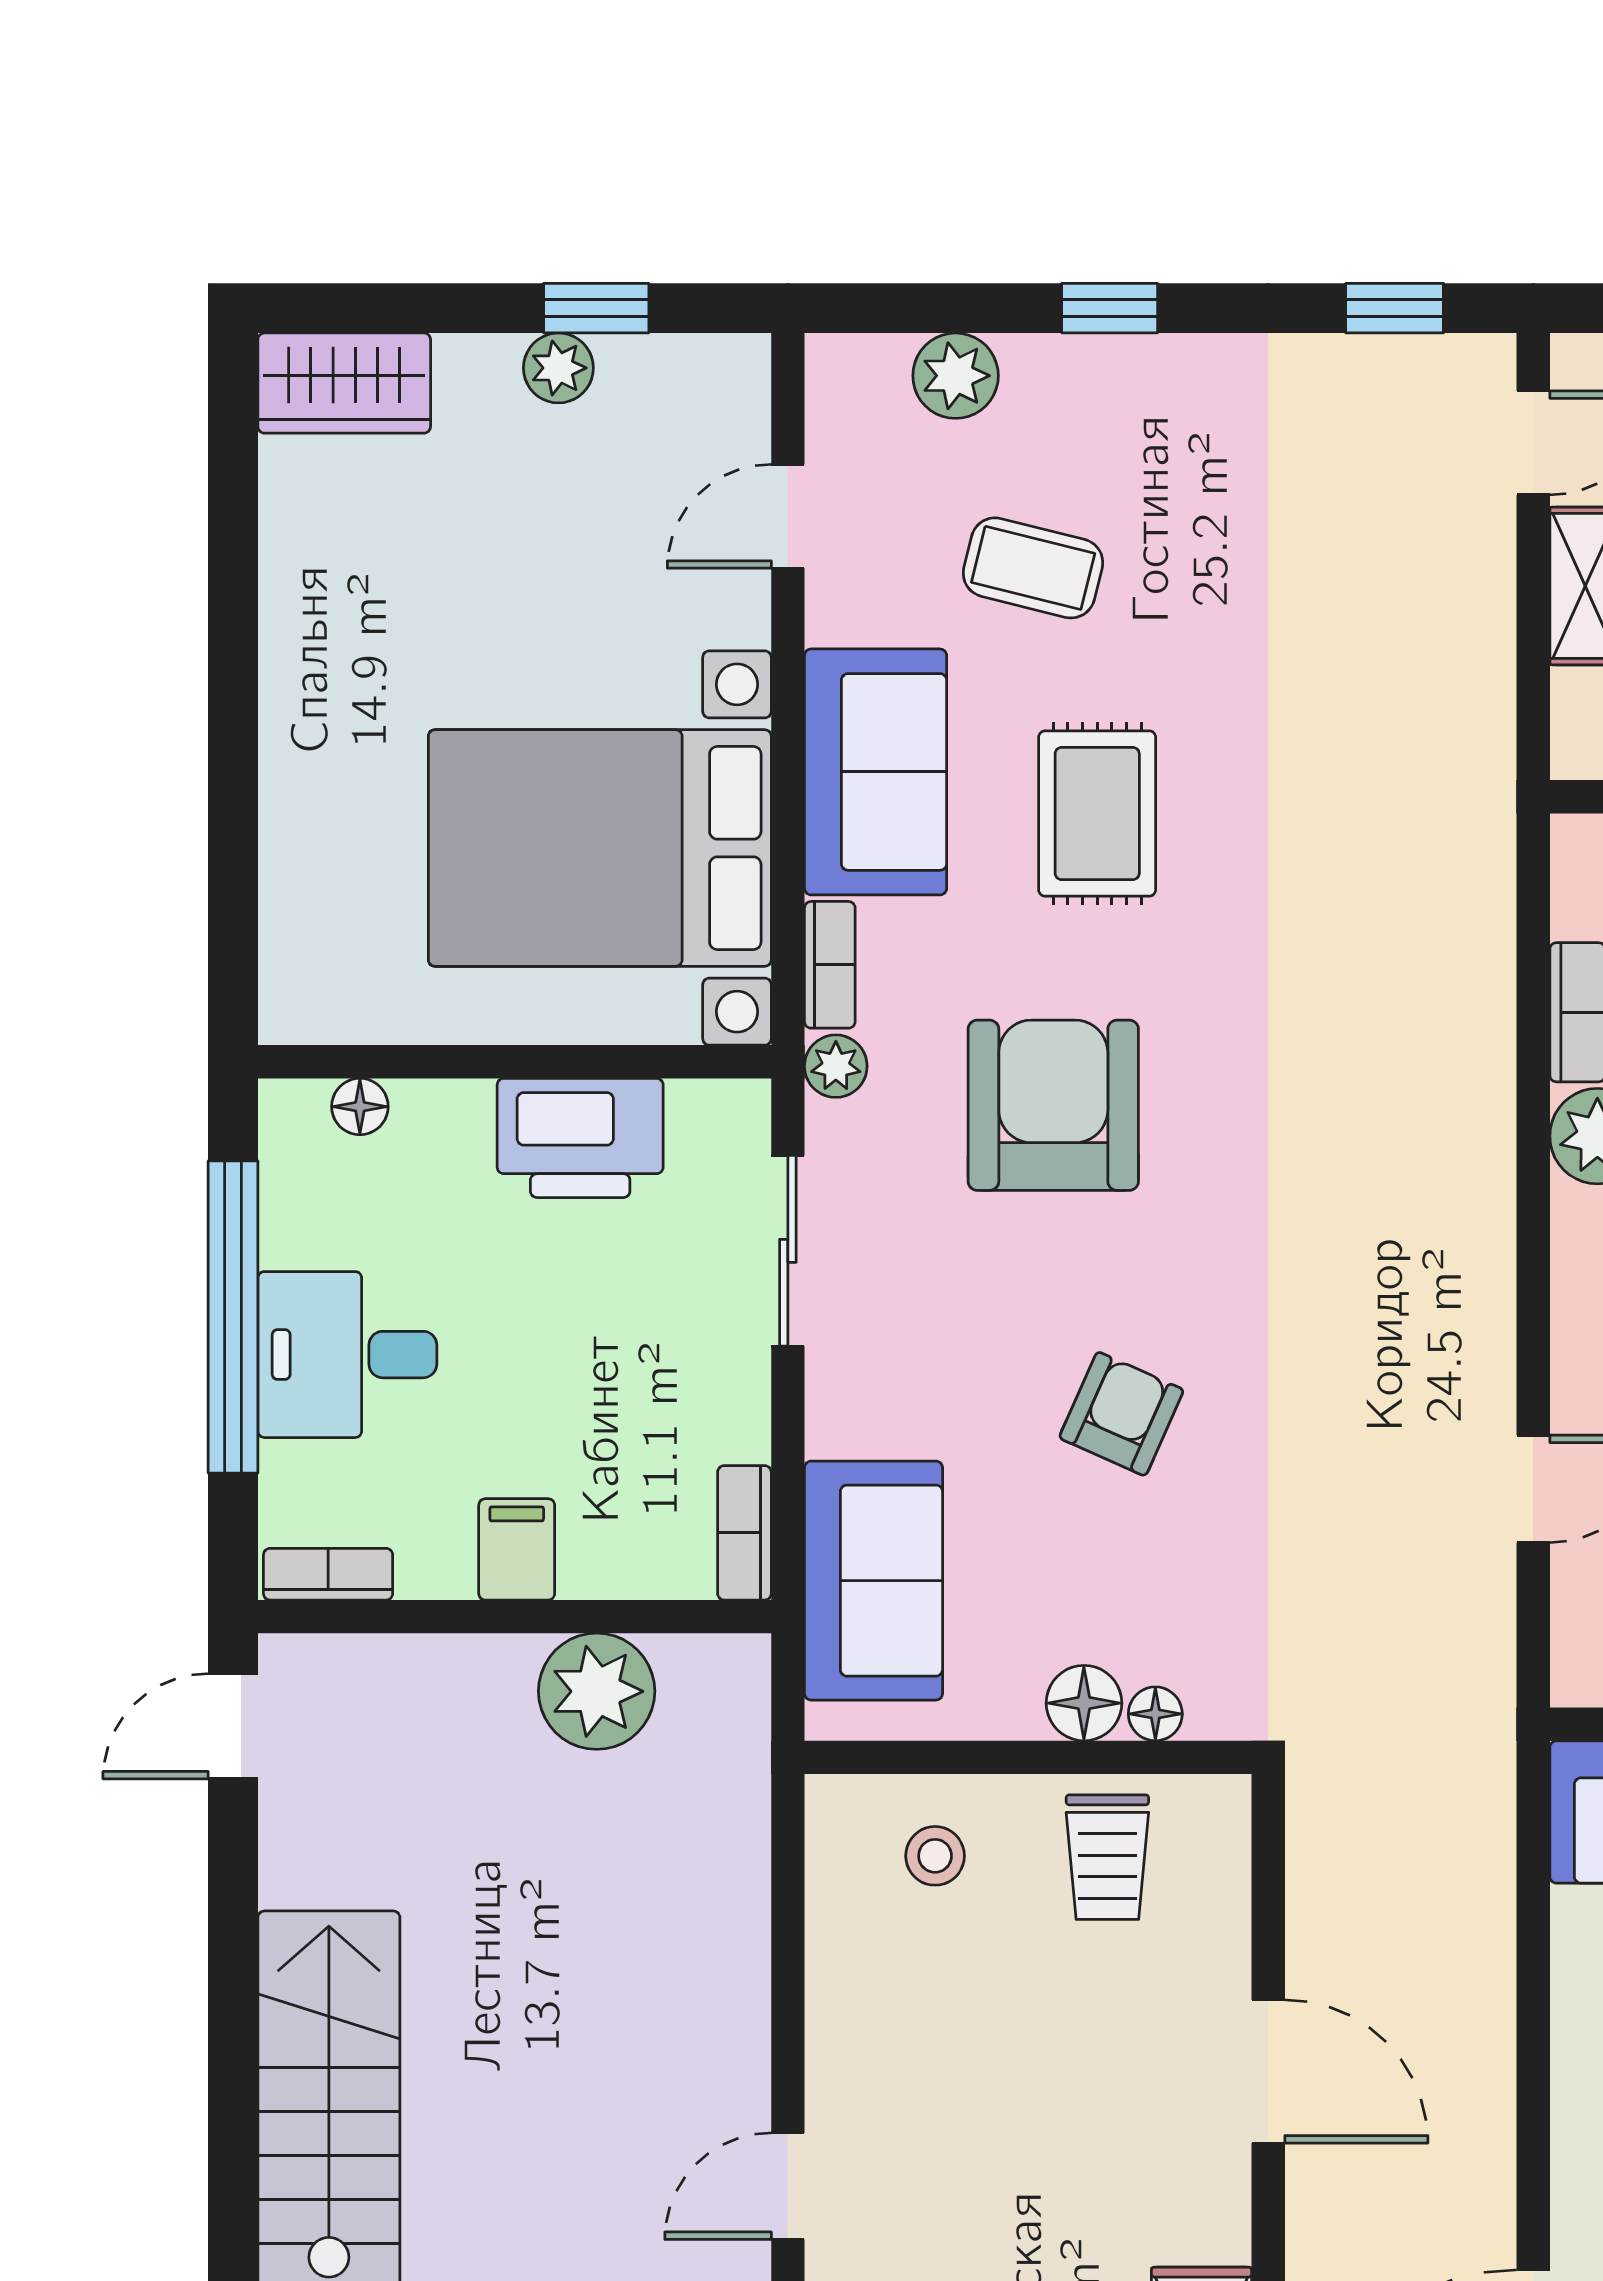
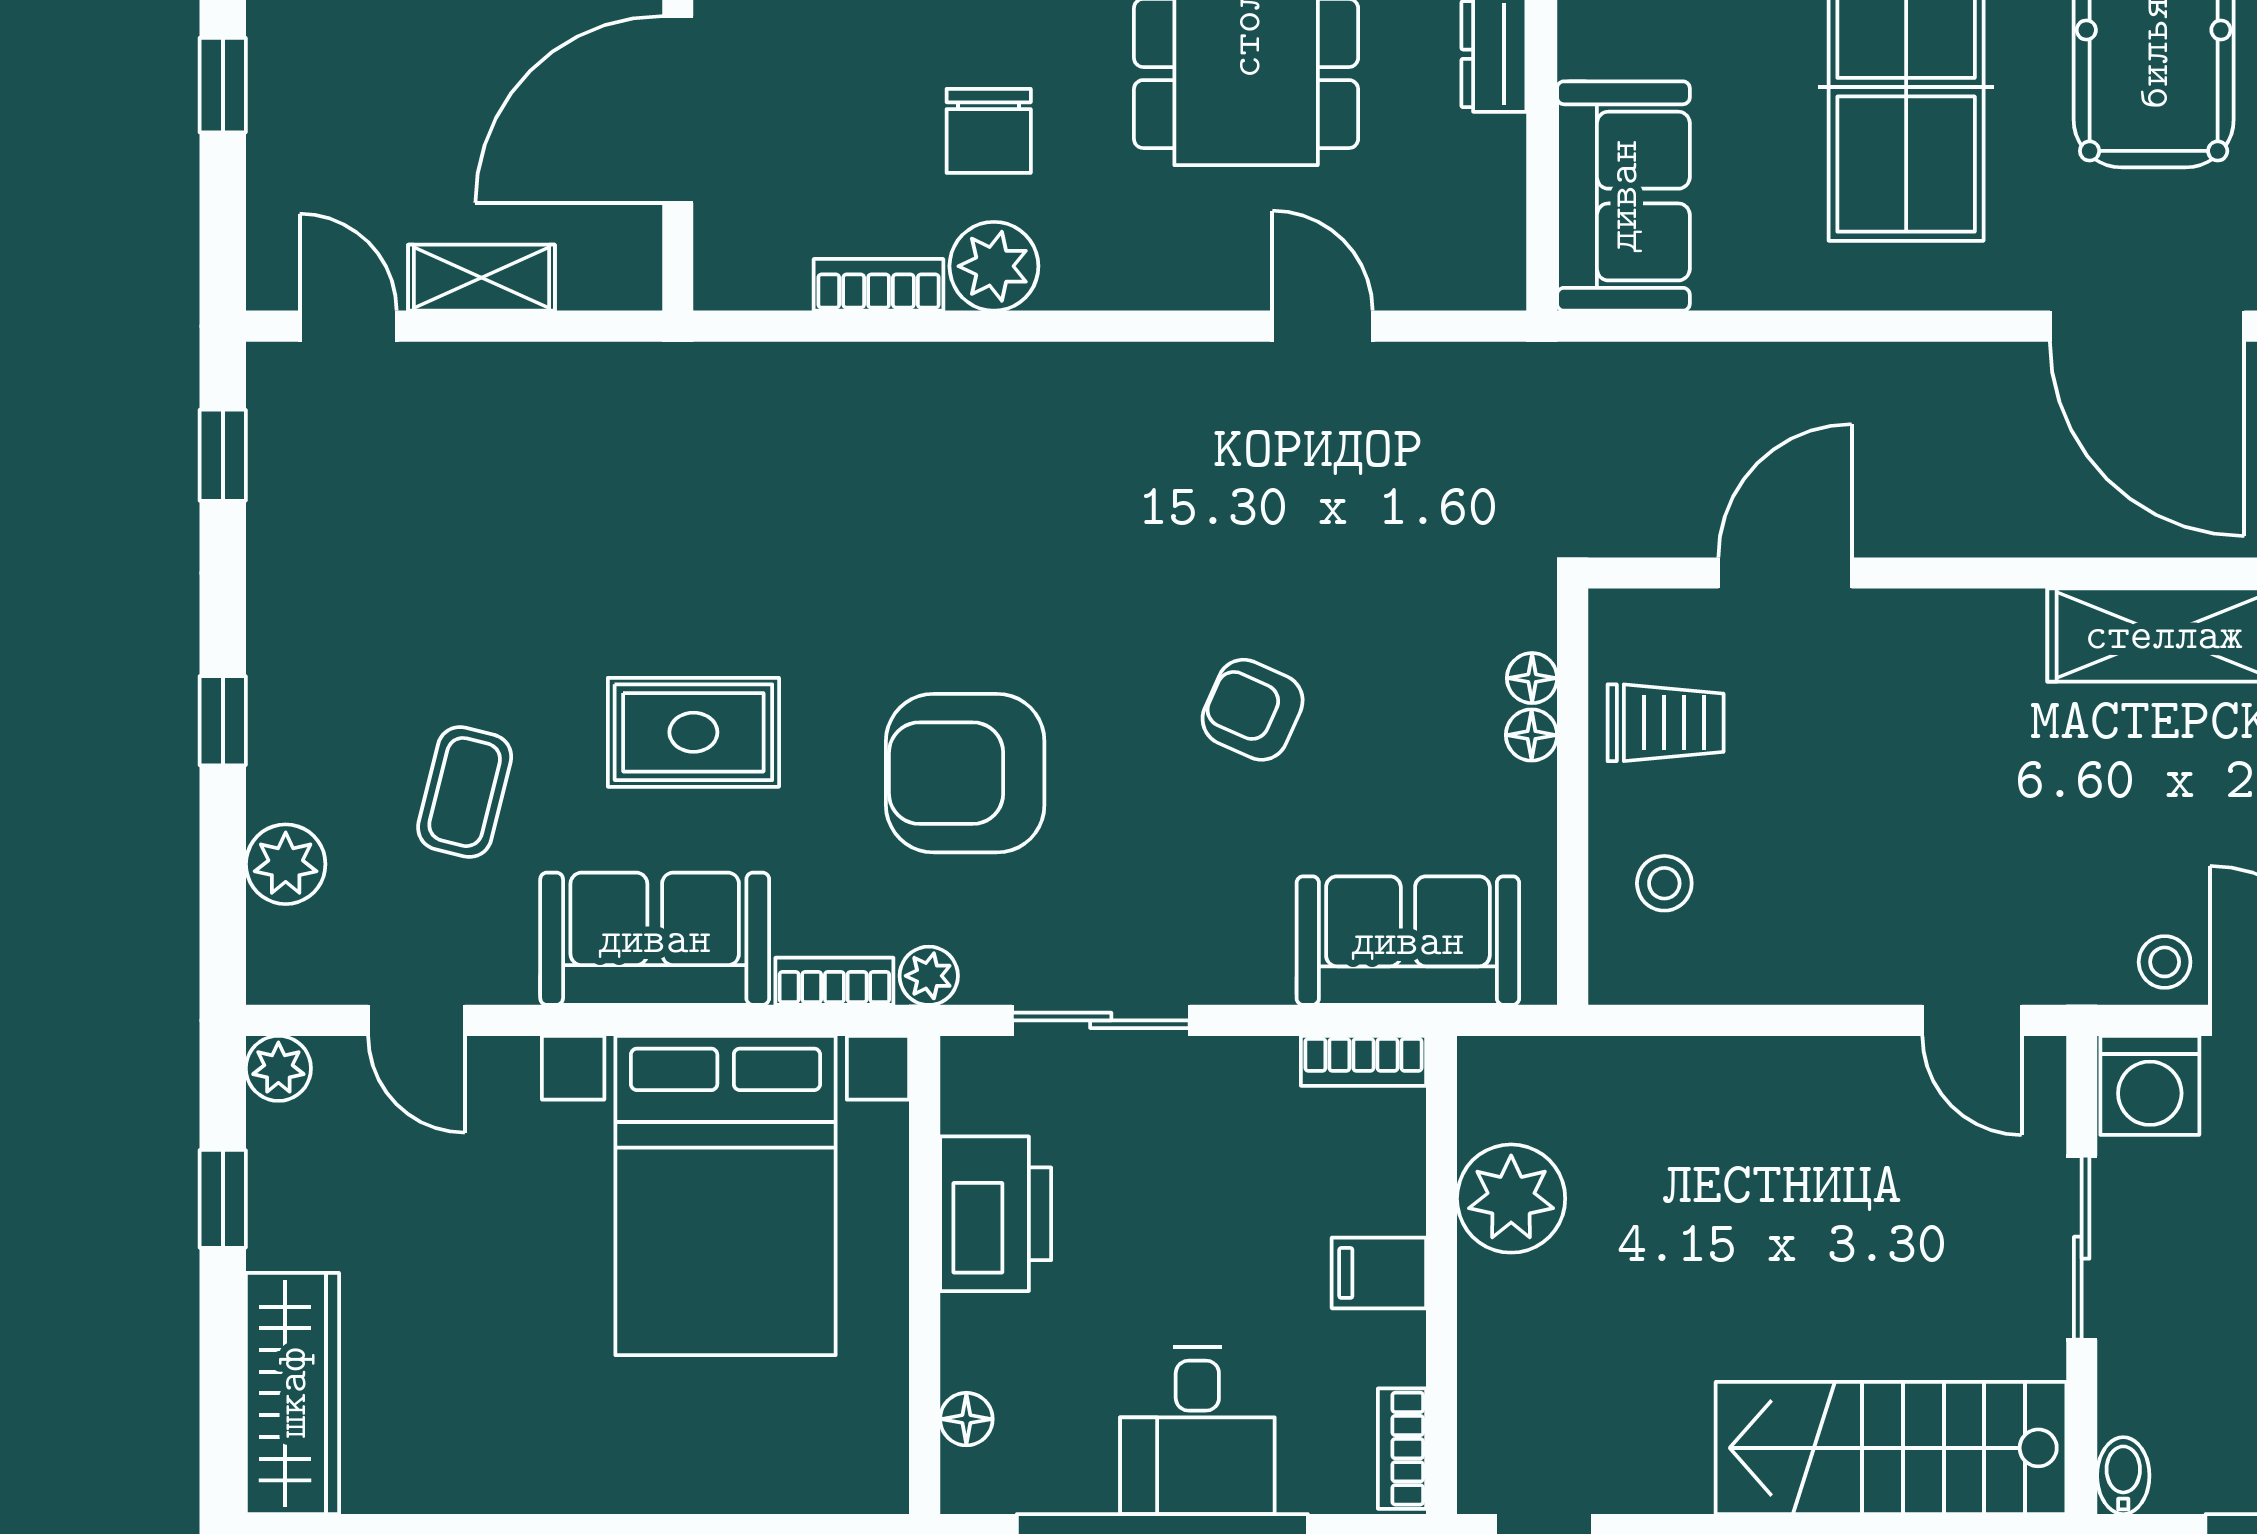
plant: (558, 368) -> (278, 1068), moved
wardrobe: (344, 383) -> (292, 1393), width x1.50
floor lamp: (1084, 1703) -> (1532, 735), width x0.73, depth x0.73
door: (1268, 2071) -> (1785, 573), moved

